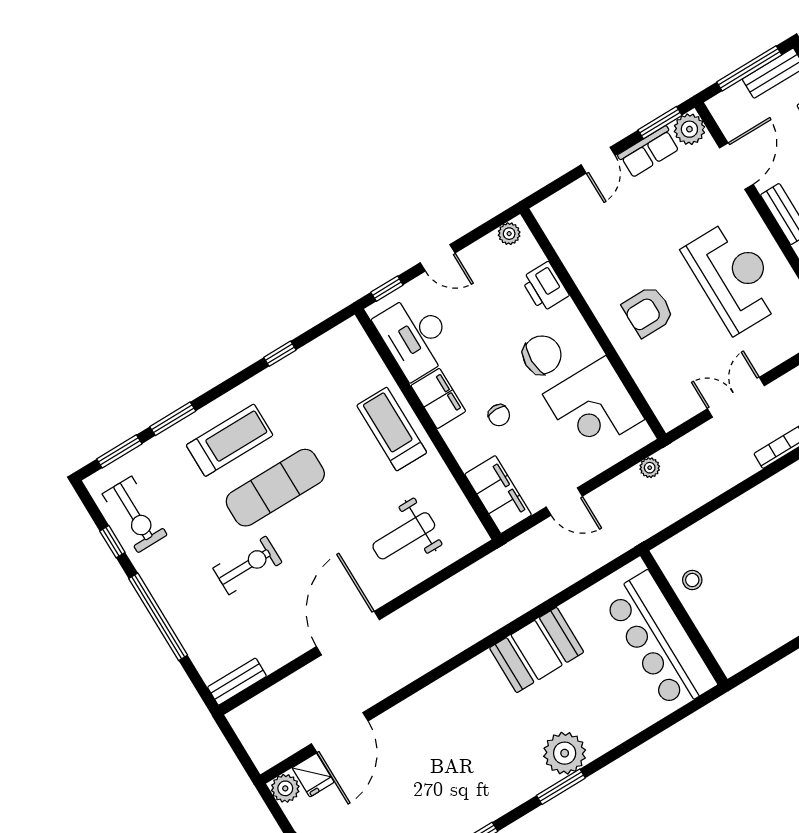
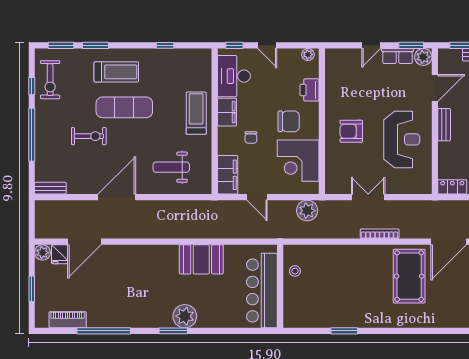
plant: (650, 468) -> (307, 211), width x1.88, depth x1.88

